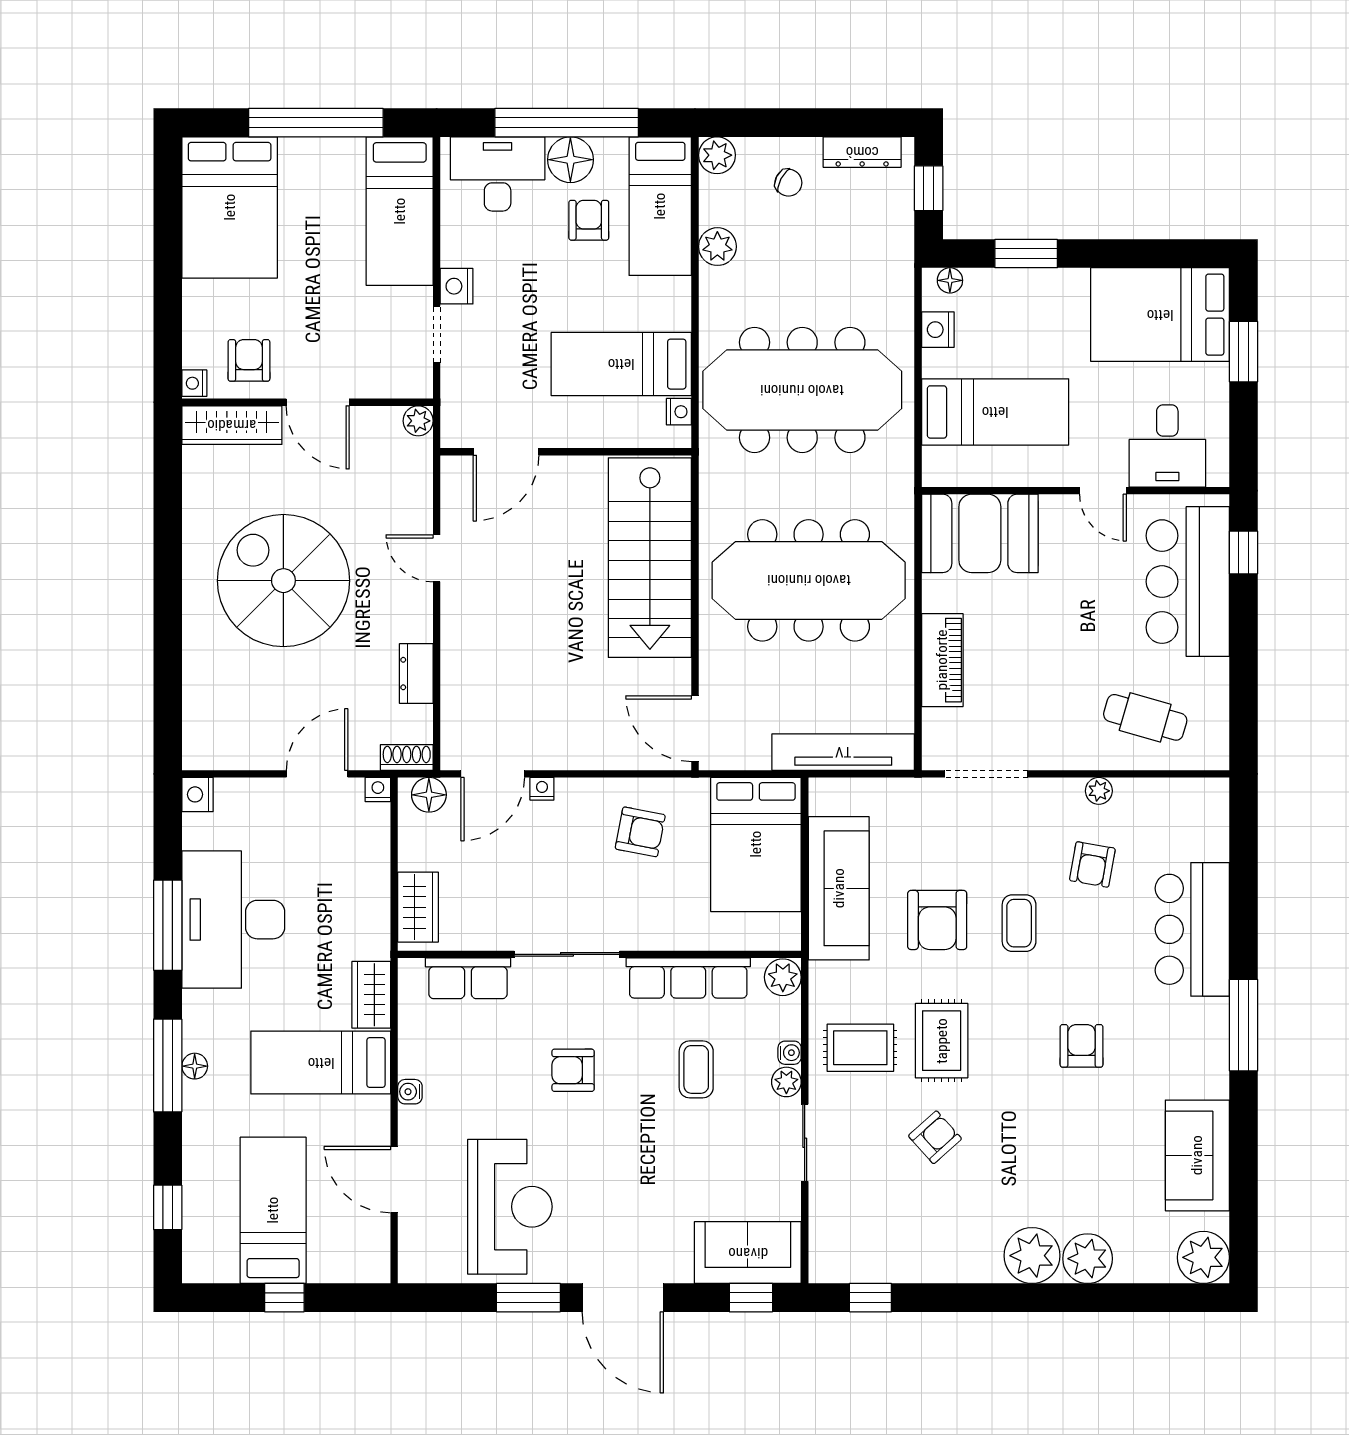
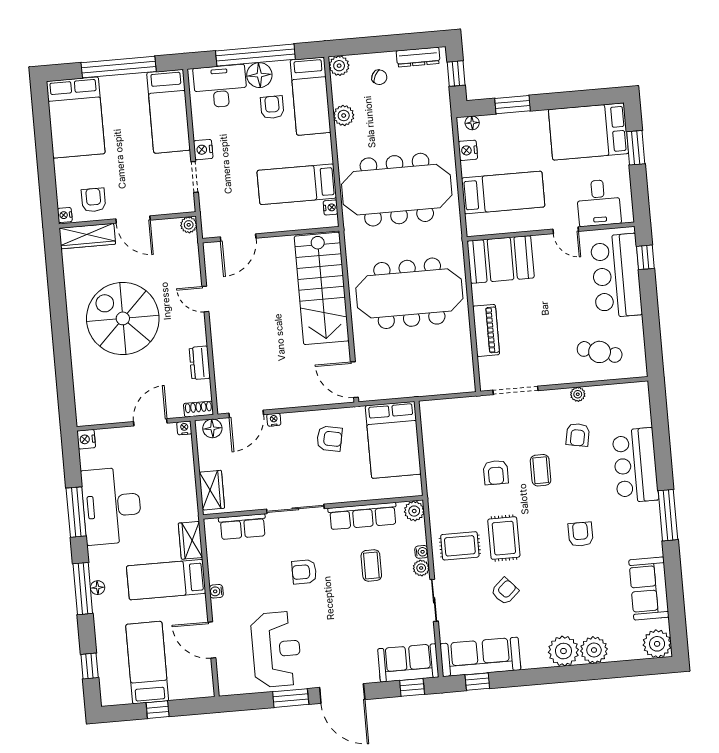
tv unit: (843, 752) -> (436, 385), removed
sofa: (839, 888) -> (480, 657), moved, turned -90
armchair: (937, 920) -> (496, 472), width x0.72, depth x0.72

